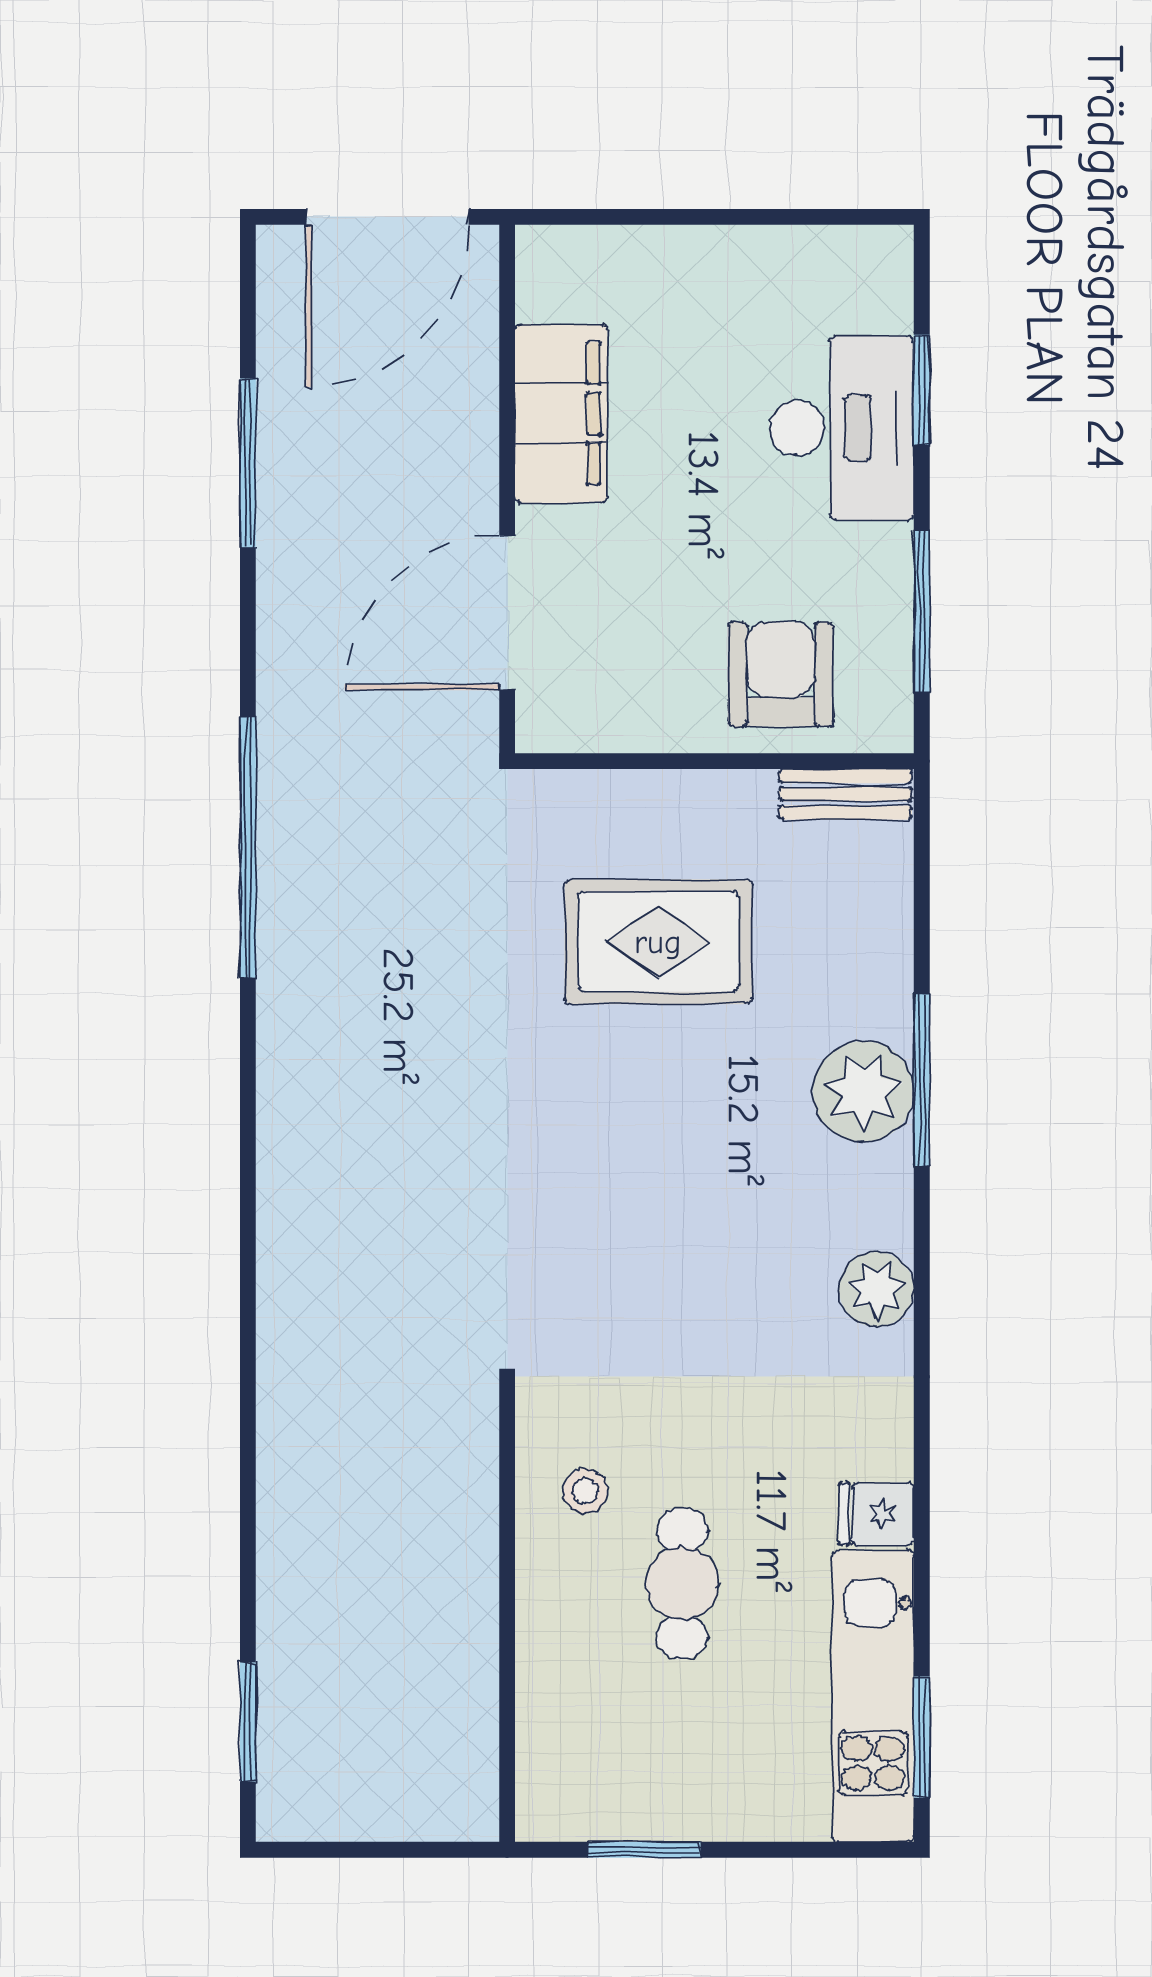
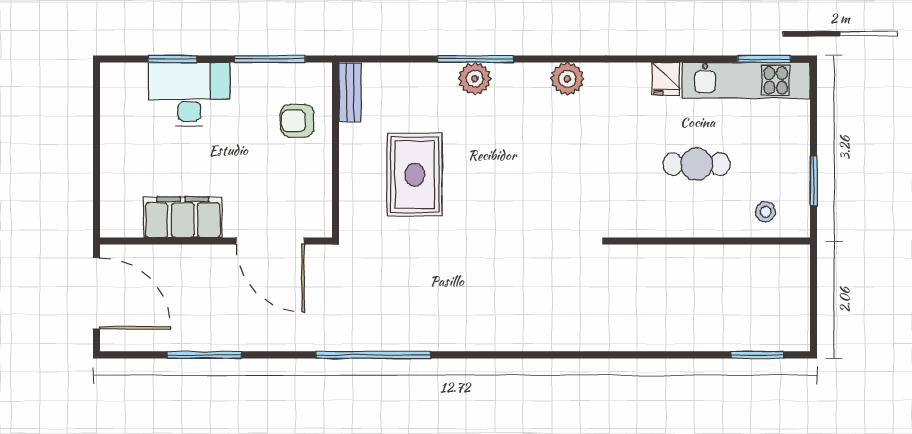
armchair: (781, 674) -> (297, 121), width x0.72, depth x0.72
plant: (863, 1092) -> (475, 79), width x0.73, depth x0.73
stool: (586, 1491) -> (765, 212), moved

